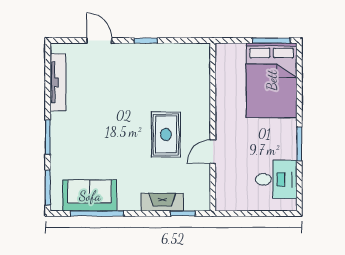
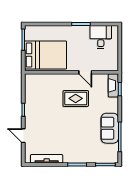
door: (99, 41) -> (23, 136), hinge flipped
bed: (272, 80) -> (46, 55), moved
sofa: (90, 196) -> (110, 128), moved
fireplace: (162, 202) -> (113, 85), moved

